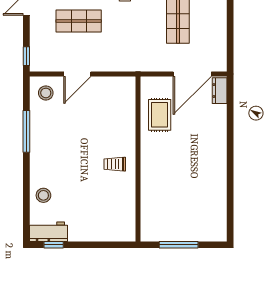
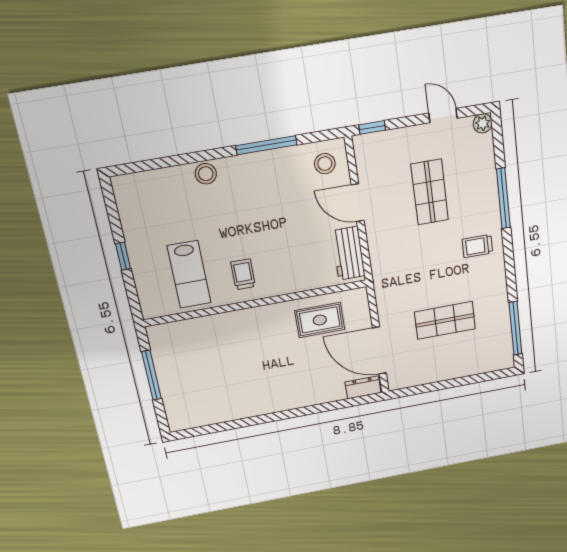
stool: (43, 195) -> (206, 174), moved
lab bench: (108, 202) -> (189, 274), added
workbench: (49, 232) -> (348, 253), moved, turned 180
window: (54, 245) -> (123, 256), moved

